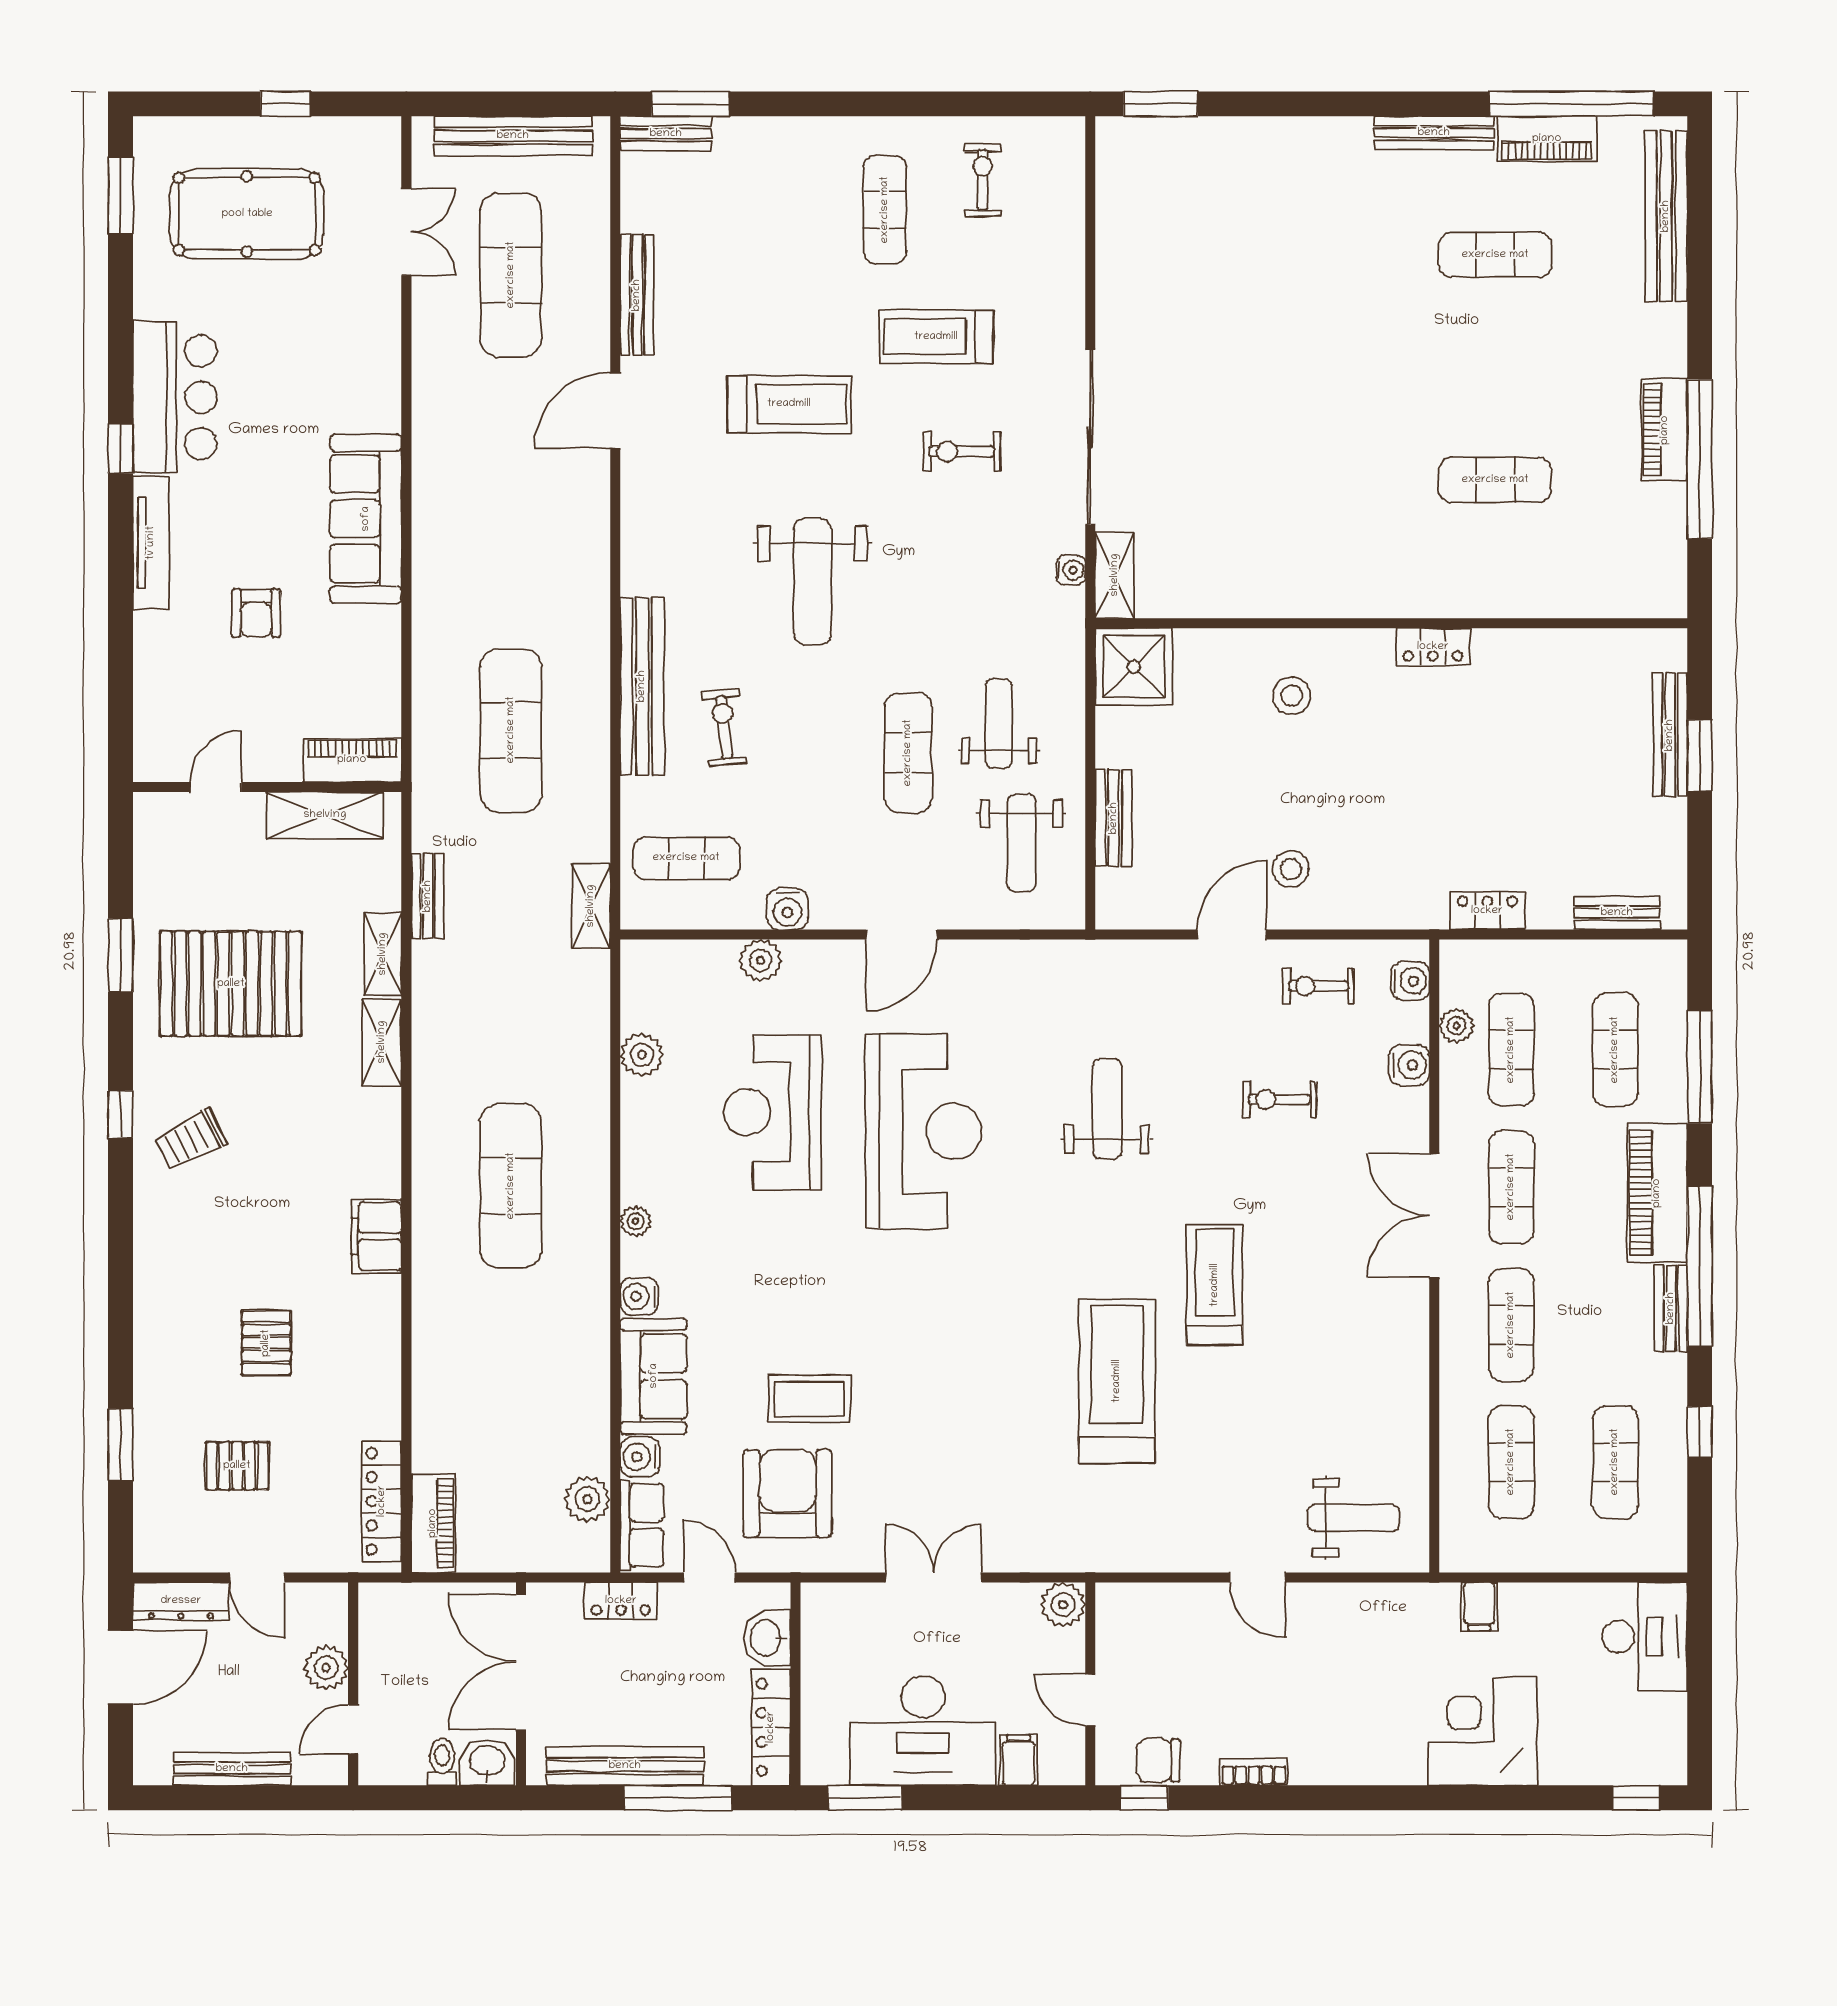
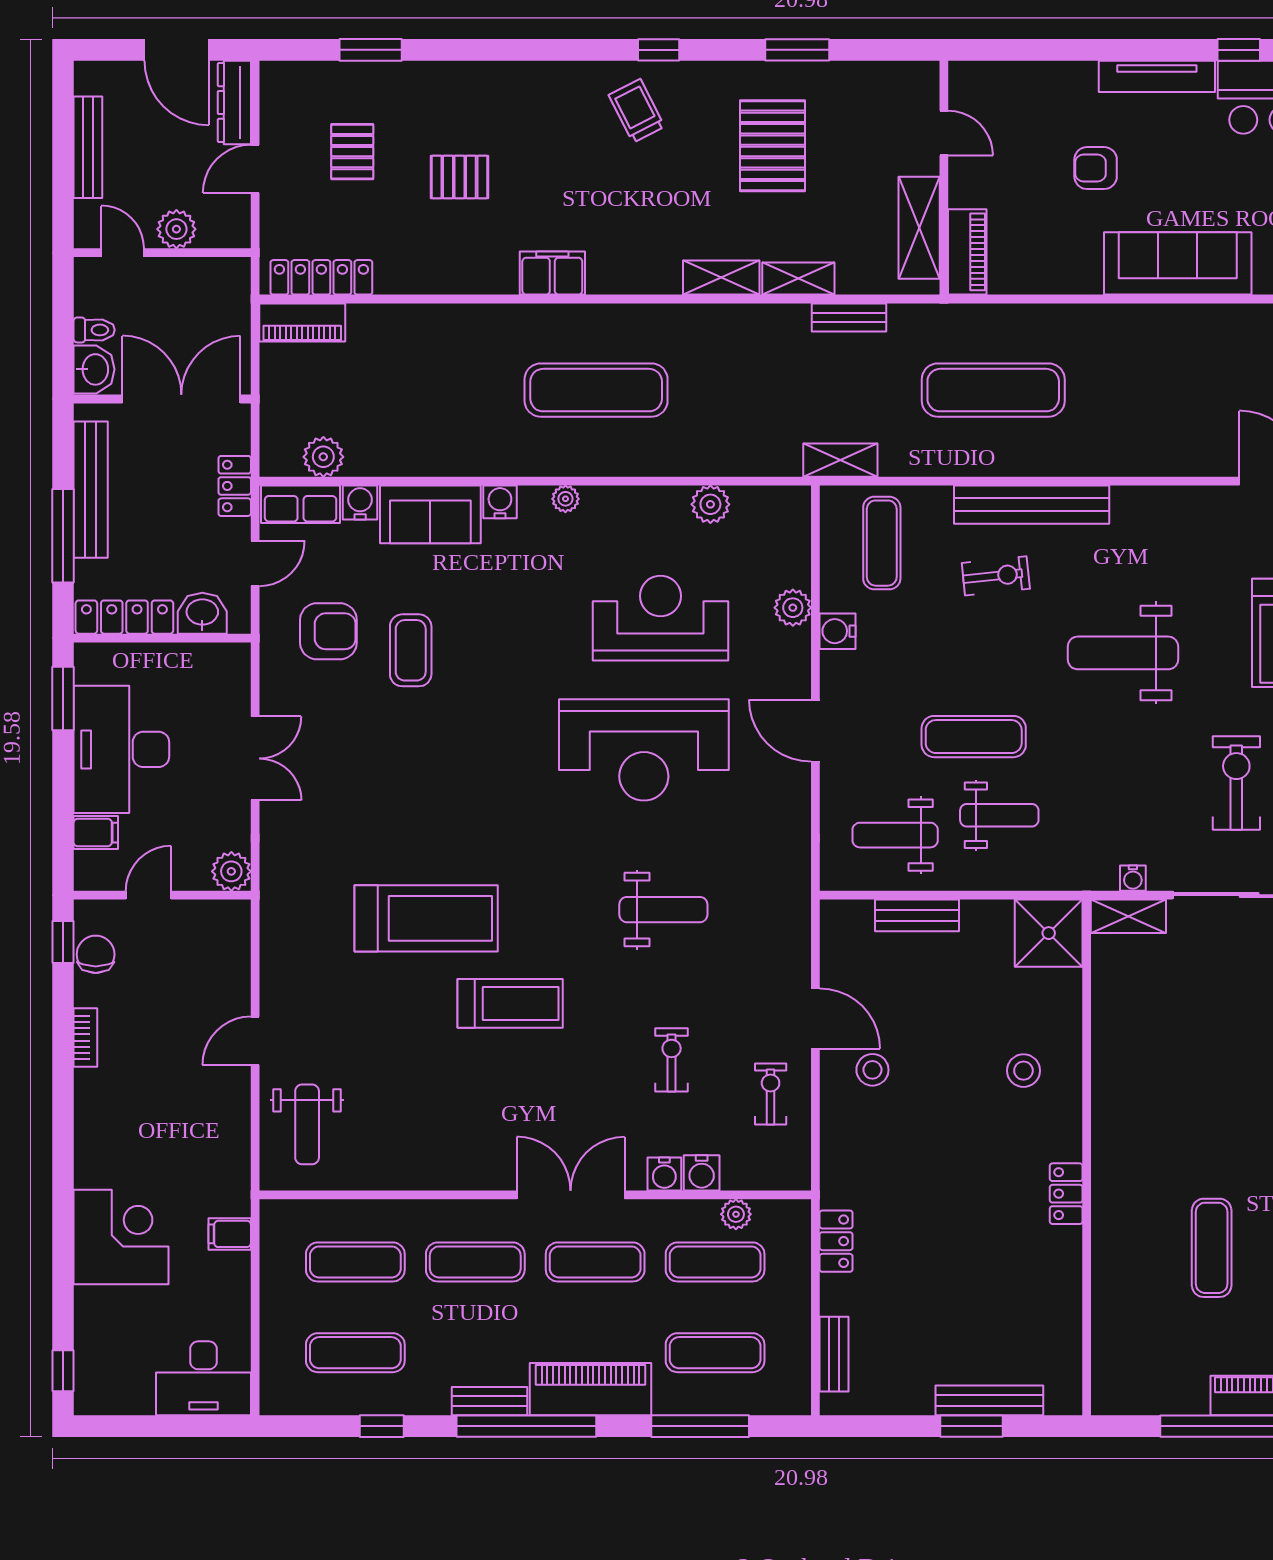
exercise bike: (962, 451) -> (1236, 783), width x1.38, depth x1.39
water cooler: (1410, 981) -> (664, 1174), moved
pallet: (231, 984) -> (773, 146), width x0.73, depth x0.71
armchair: (788, 1493) -> (328, 631), width x0.73, depth x0.73

